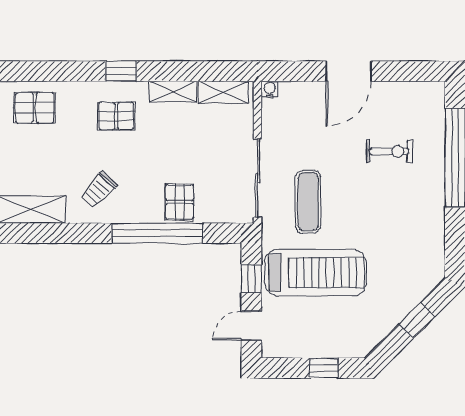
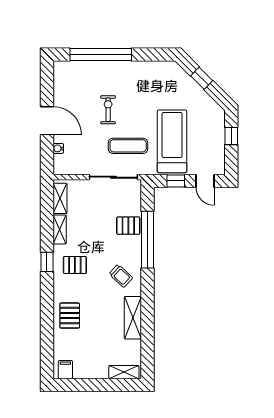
water cooler: (270, 89) -> (58, 148), moved
pallet: (116, 116) -> (75, 265), turned 90
exercise bike: (389, 151) -> (108, 110), moved

